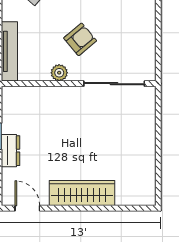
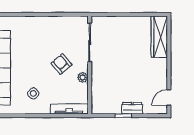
wardrobe: (82, 193) -> (159, 37), moved

